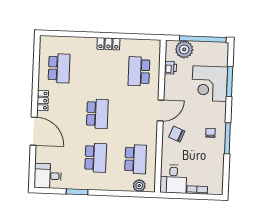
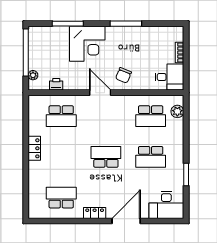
plant: (184, 49) -> (33, 75), width x0.53, depth x0.53
corner desk: (210, 84) -> (87, 44), moved
chair: (210, 133) -> (121, 41), removed
school desk: (96, 158) -> (151, 157), turned 180
school desk: (136, 159) -> (151, 116), turned 180
desk: (48, 176) -> (166, 205), width x1.37

